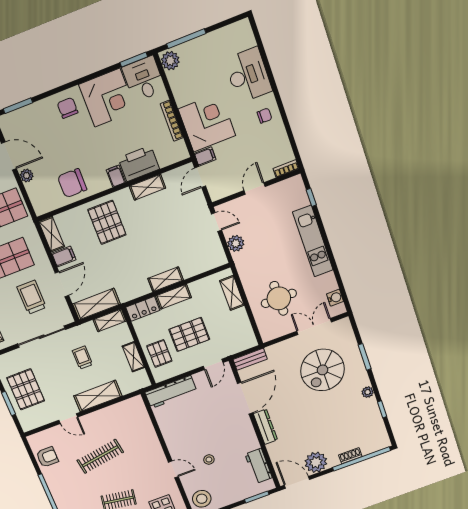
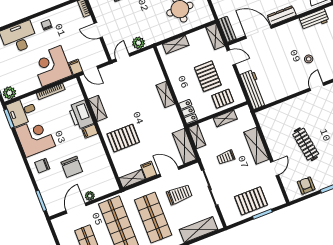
chair: (72, 183) -> (72, 167), moved
trolley: (32, 297) -> (179, 195), turned 180
shelving: (174, 297) -> (215, 36), moved

